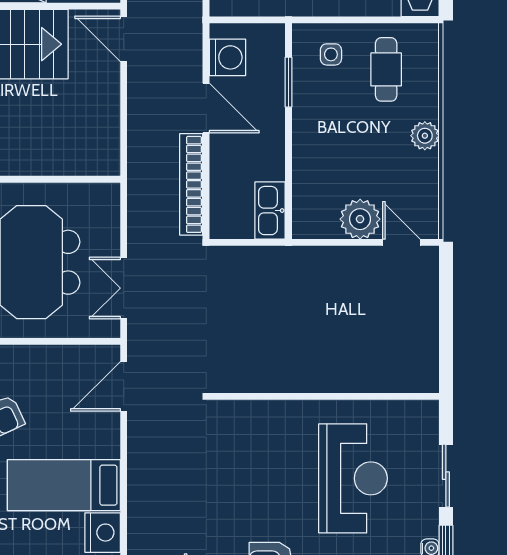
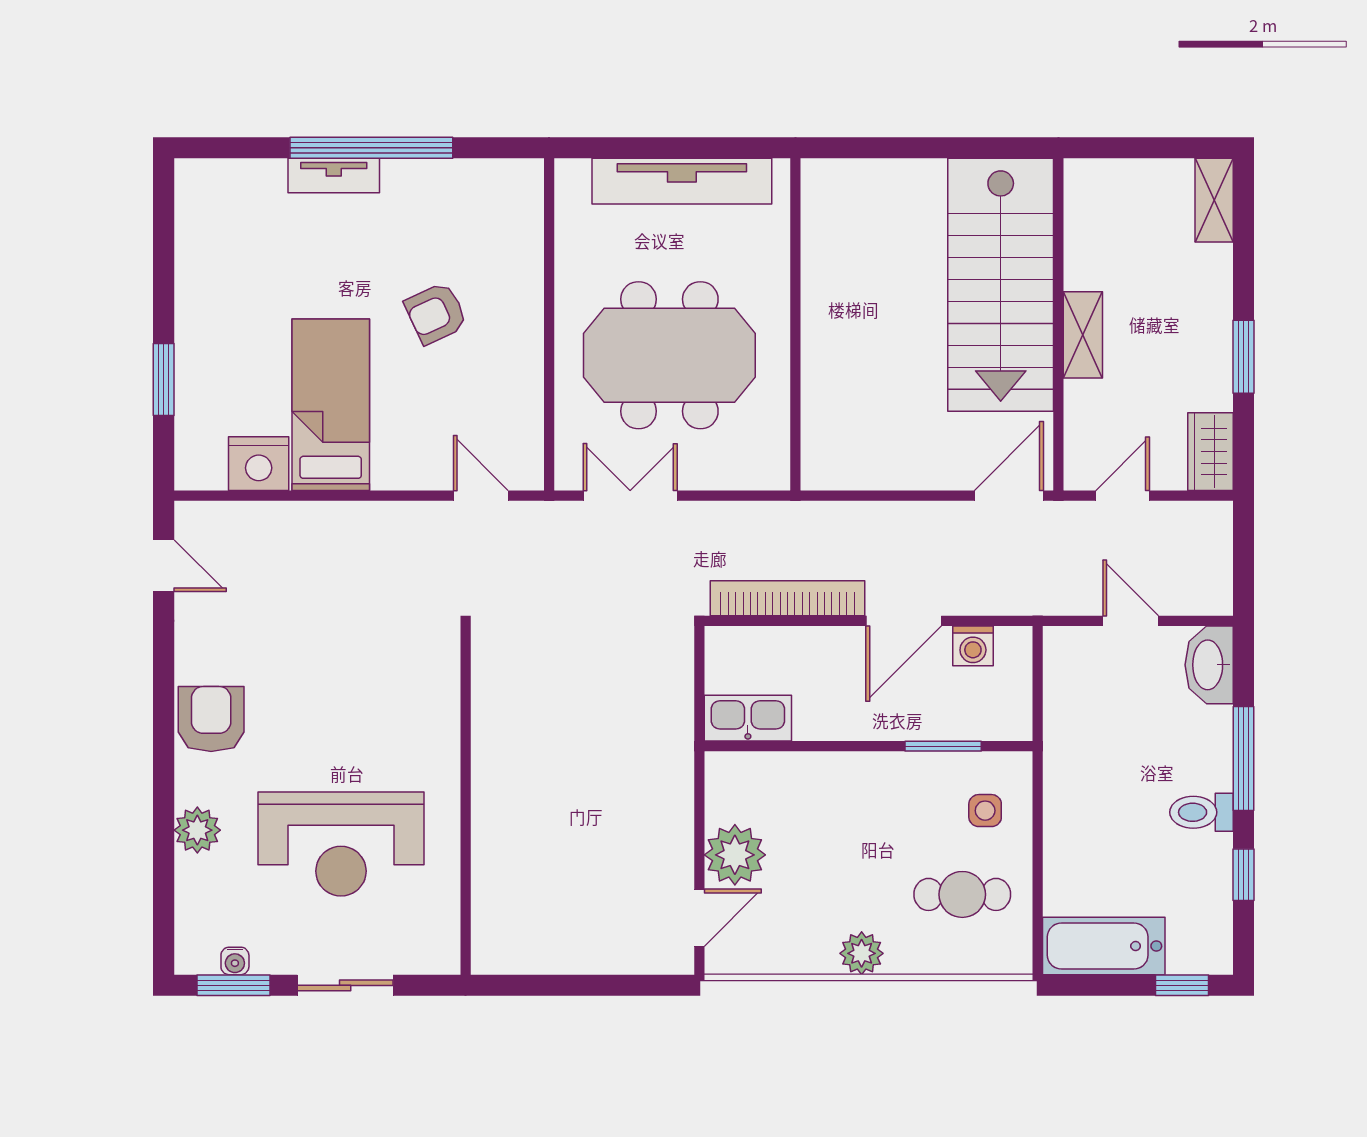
washing machine: (227, 57) -> (973, 646), width x0.73, depth x0.73
door: (124, 386) -> (481, 496), width x0.73

